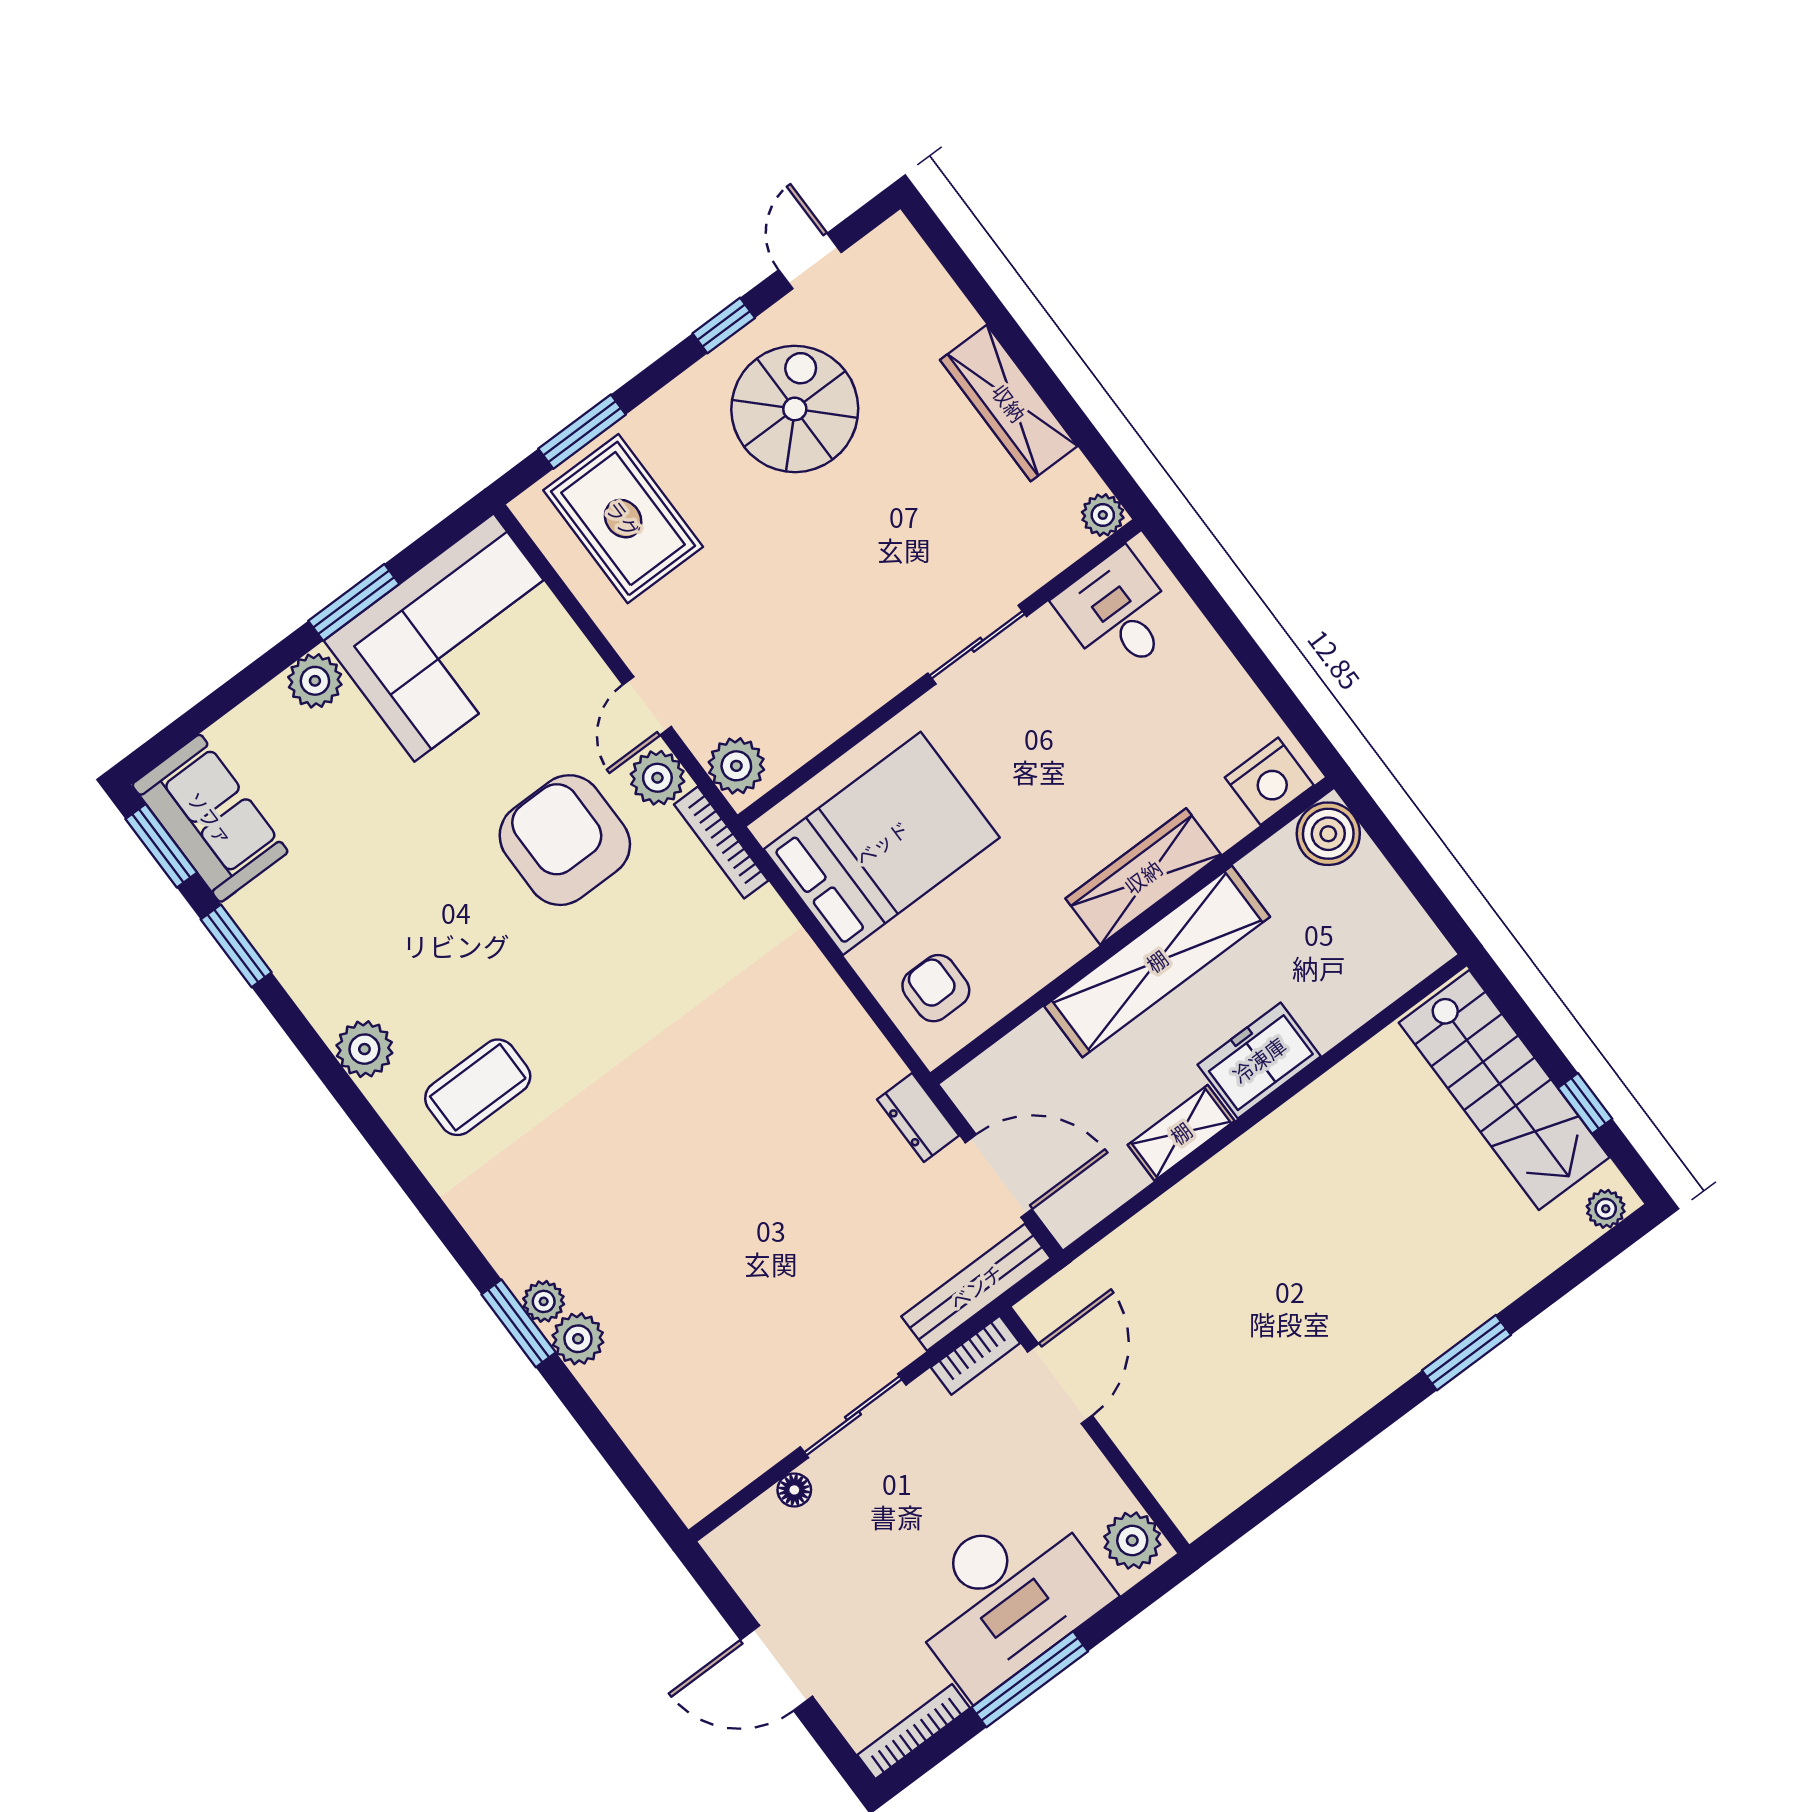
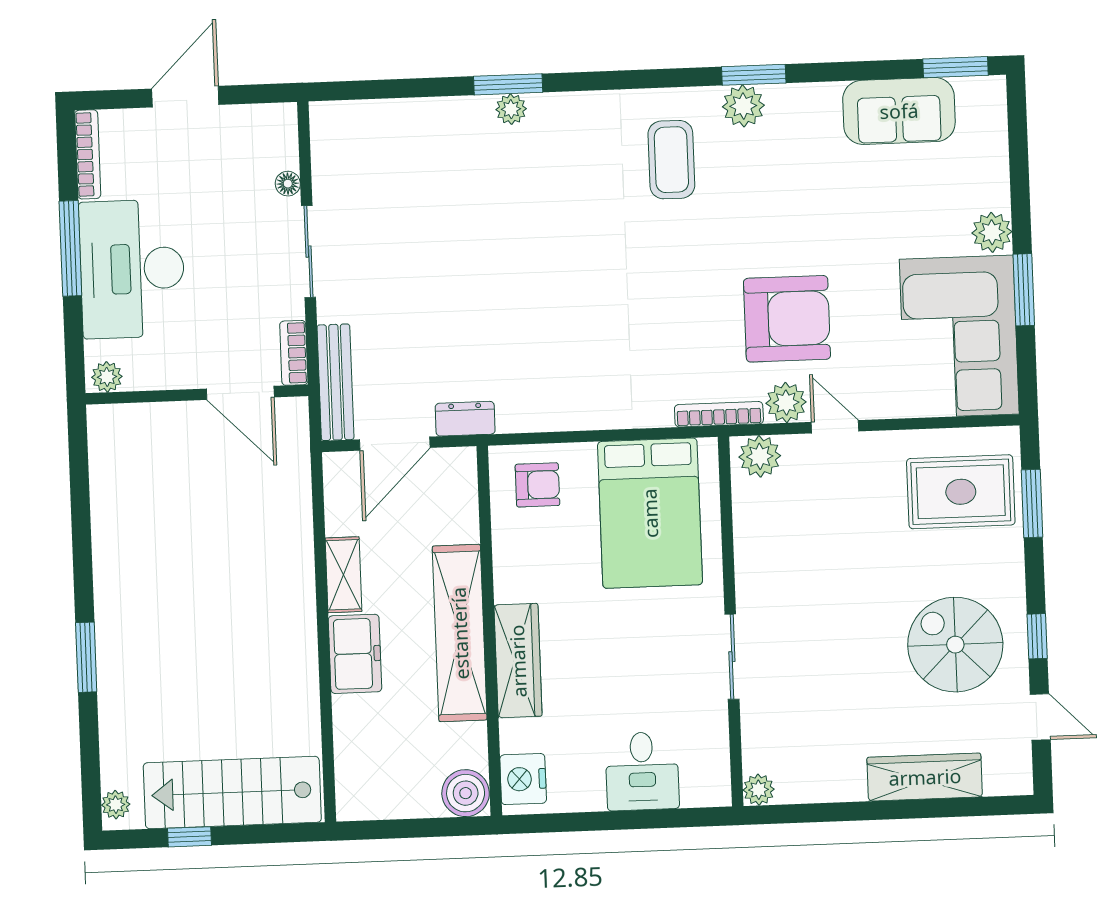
wardrobe: (1009, 403) -> (925, 777), moved
spiral stairs: (795, 409) -> (955, 645), turned 180
desk: (1118, 613) -> (642, 771), moved, turned 90
sofa: (210, 818) -> (899, 111), moved
window: (236, 946) -> (754, 75), moved
plant: (578, 1339) -> (473, 114), removed
plant: (1132, 1541) -> (107, 377), width x0.73, depth x0.73

